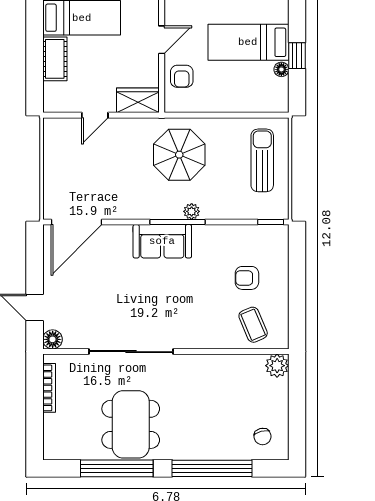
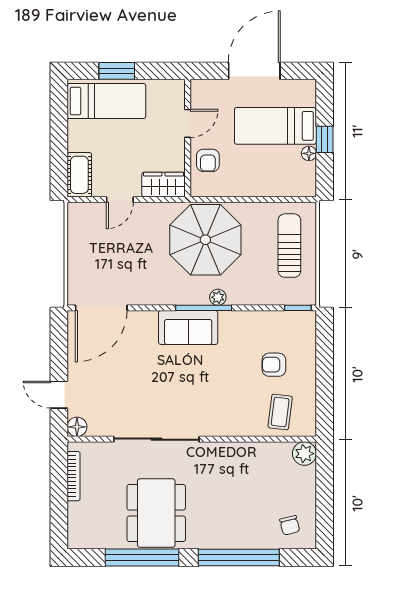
cot: (55, 59) -> (79, 175), moved
parasol: (179, 155) -> (205, 240), width x1.36, depth x1.36
coffee table: (253, 325) -> (280, 412), turned 30

